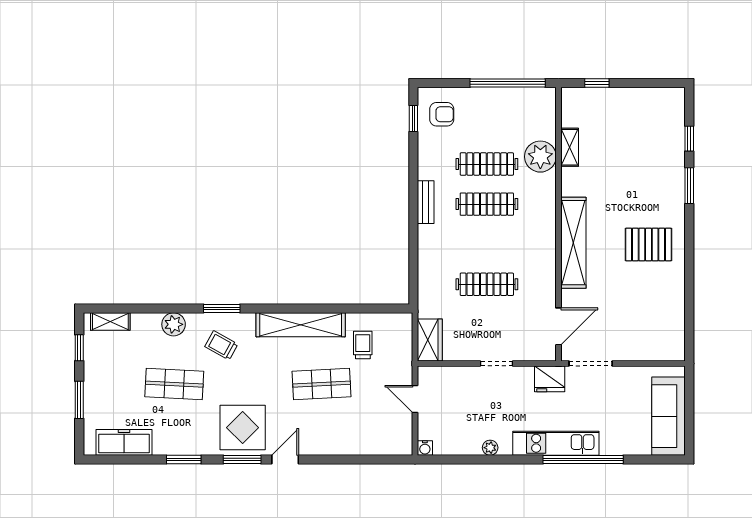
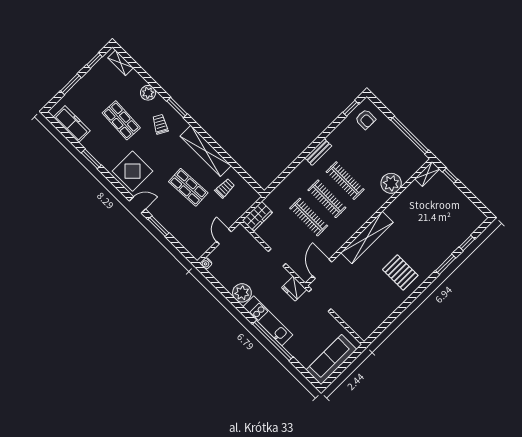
shelving: (570, 147) -> (427, 174), moved
clothes rail: (487, 164) -> (327, 199), moved
door: (559, 326) -> (322, 269), swing flipped
plant: (490, 448) -> (242, 293), width x1.87, depth x1.87
window: (242, 459) -> (158, 226), moved

